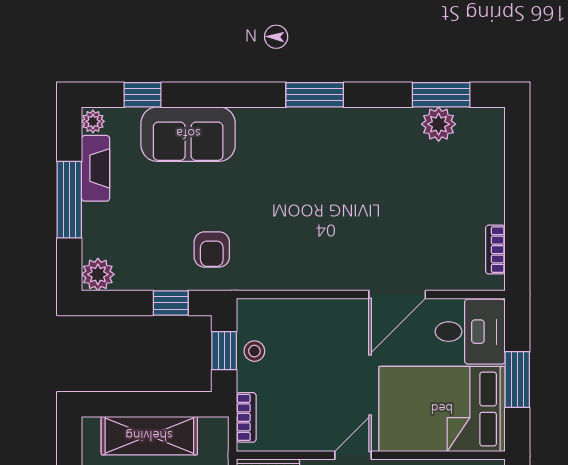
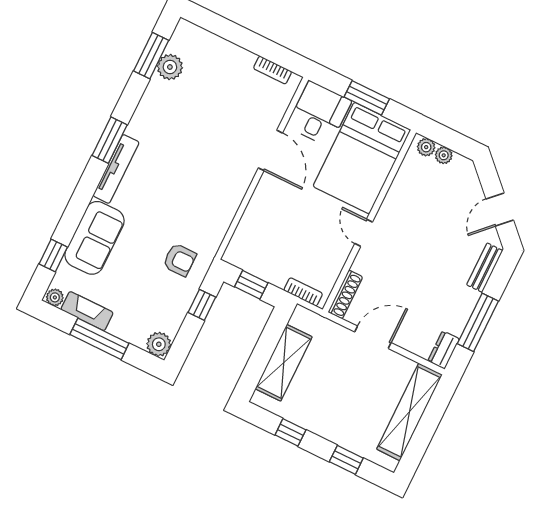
tv unit: (284, 119) -> (116, 169), added
stool: (254, 351) -> (261, 265), removed

